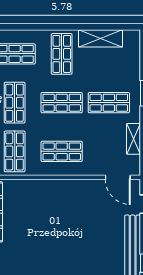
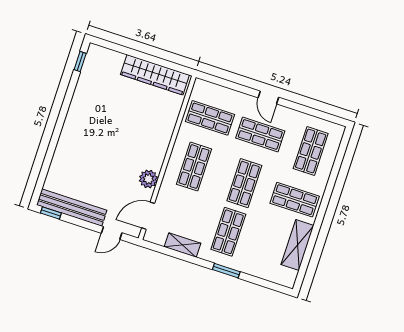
plant: (86, 188) -> (148, 179), added

